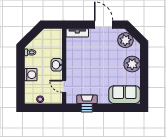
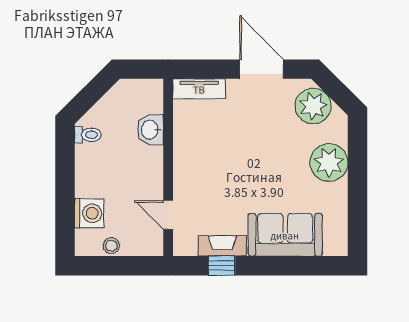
washbasin: (57, 65) -> (150, 130), moved
washing machine: (31, 75) -> (89, 213), moved
sofa: (124, 95) -> (285, 235), moved

